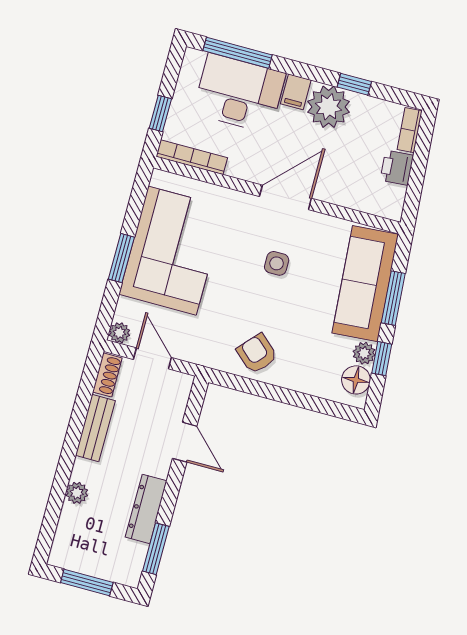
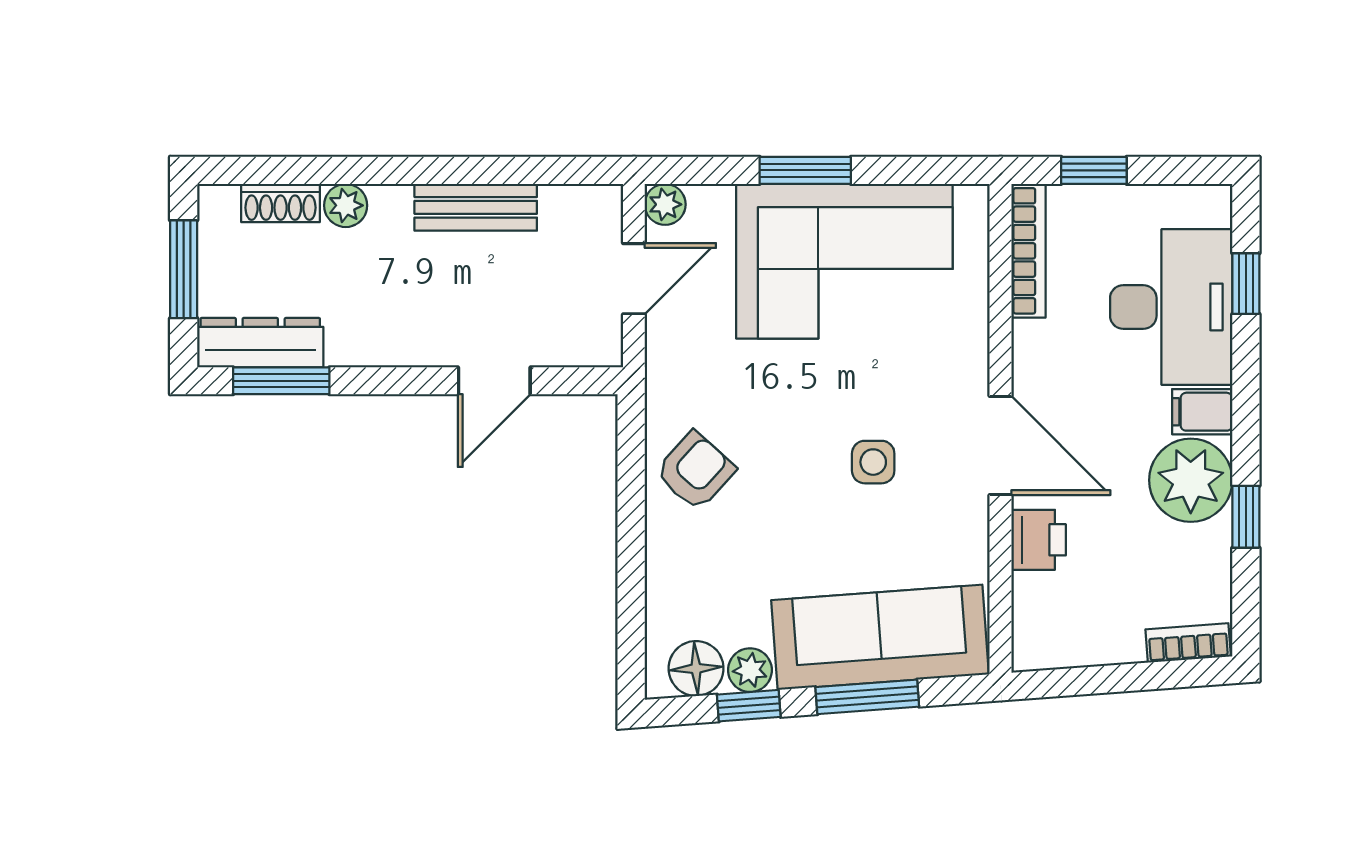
window: (238, 53) -> (1246, 284), width x0.46
printer: (397, 168) -> (1039, 540), moved, turned 94
shoe rack: (107, 375) -> (281, 203), moved
dresser: (146, 509) -> (260, 343), moved

